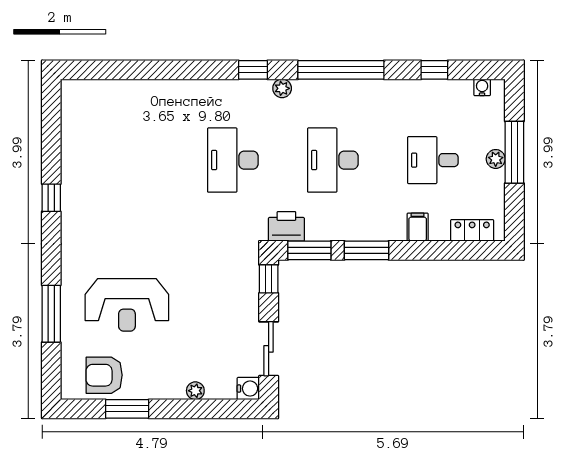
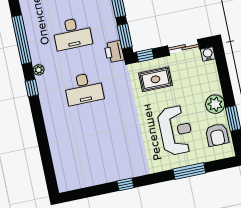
rug: (223, 288) -> (155, 79), added
plant: (195, 391) -> (215, 104), moved, width x1.88, depth x1.88

